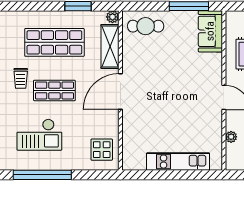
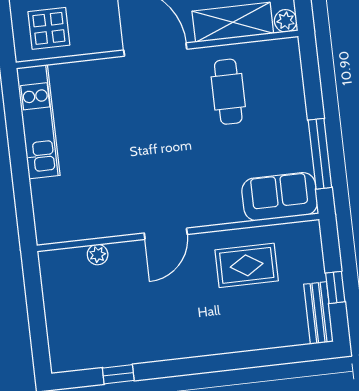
cafe table: (146, 26) -> (228, 92), moved
kitchen unit: (178, 162) -> (38, 122), moved

